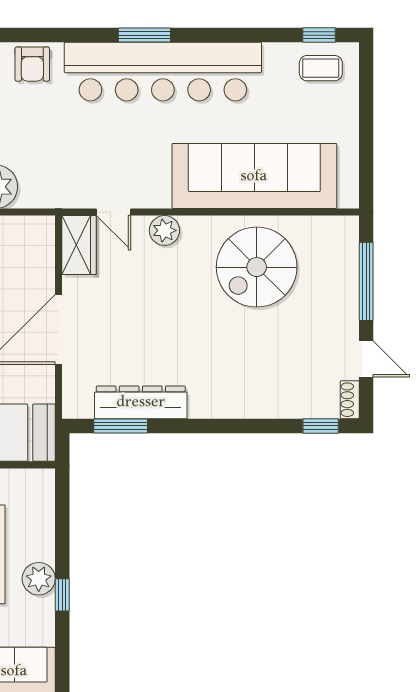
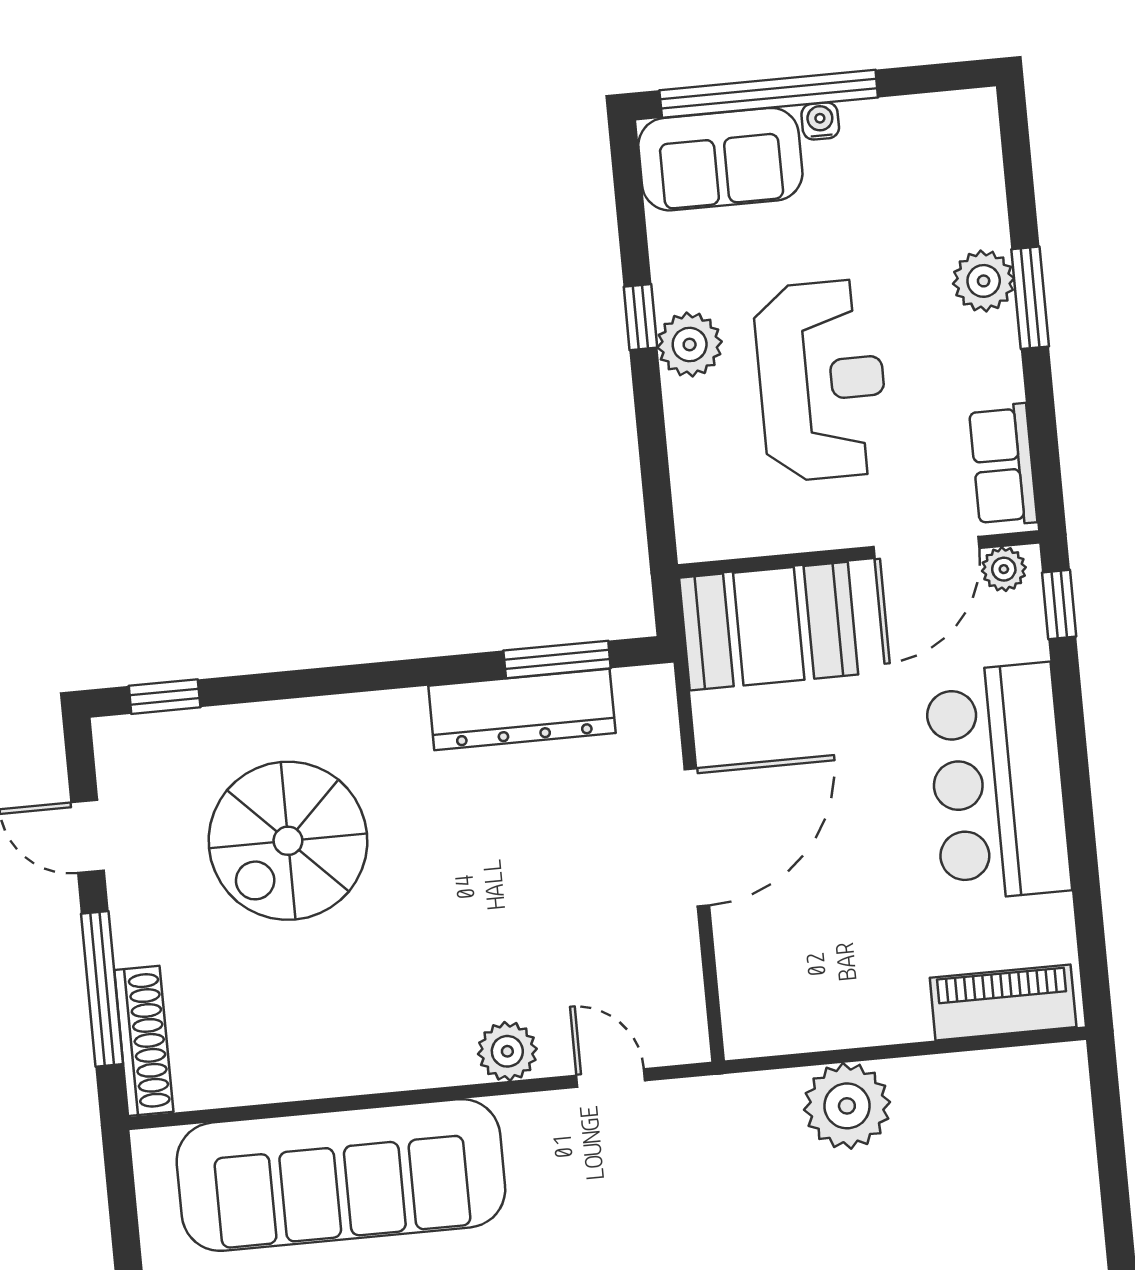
wardrobe: (79, 245) -> (672, 1007), removed
spiral stairs: (257, 267) -> (288, 841), moved, turned 180
shoe rack: (350, 400) -> (144, 1041), moved, width x1.94, depth x1.24

